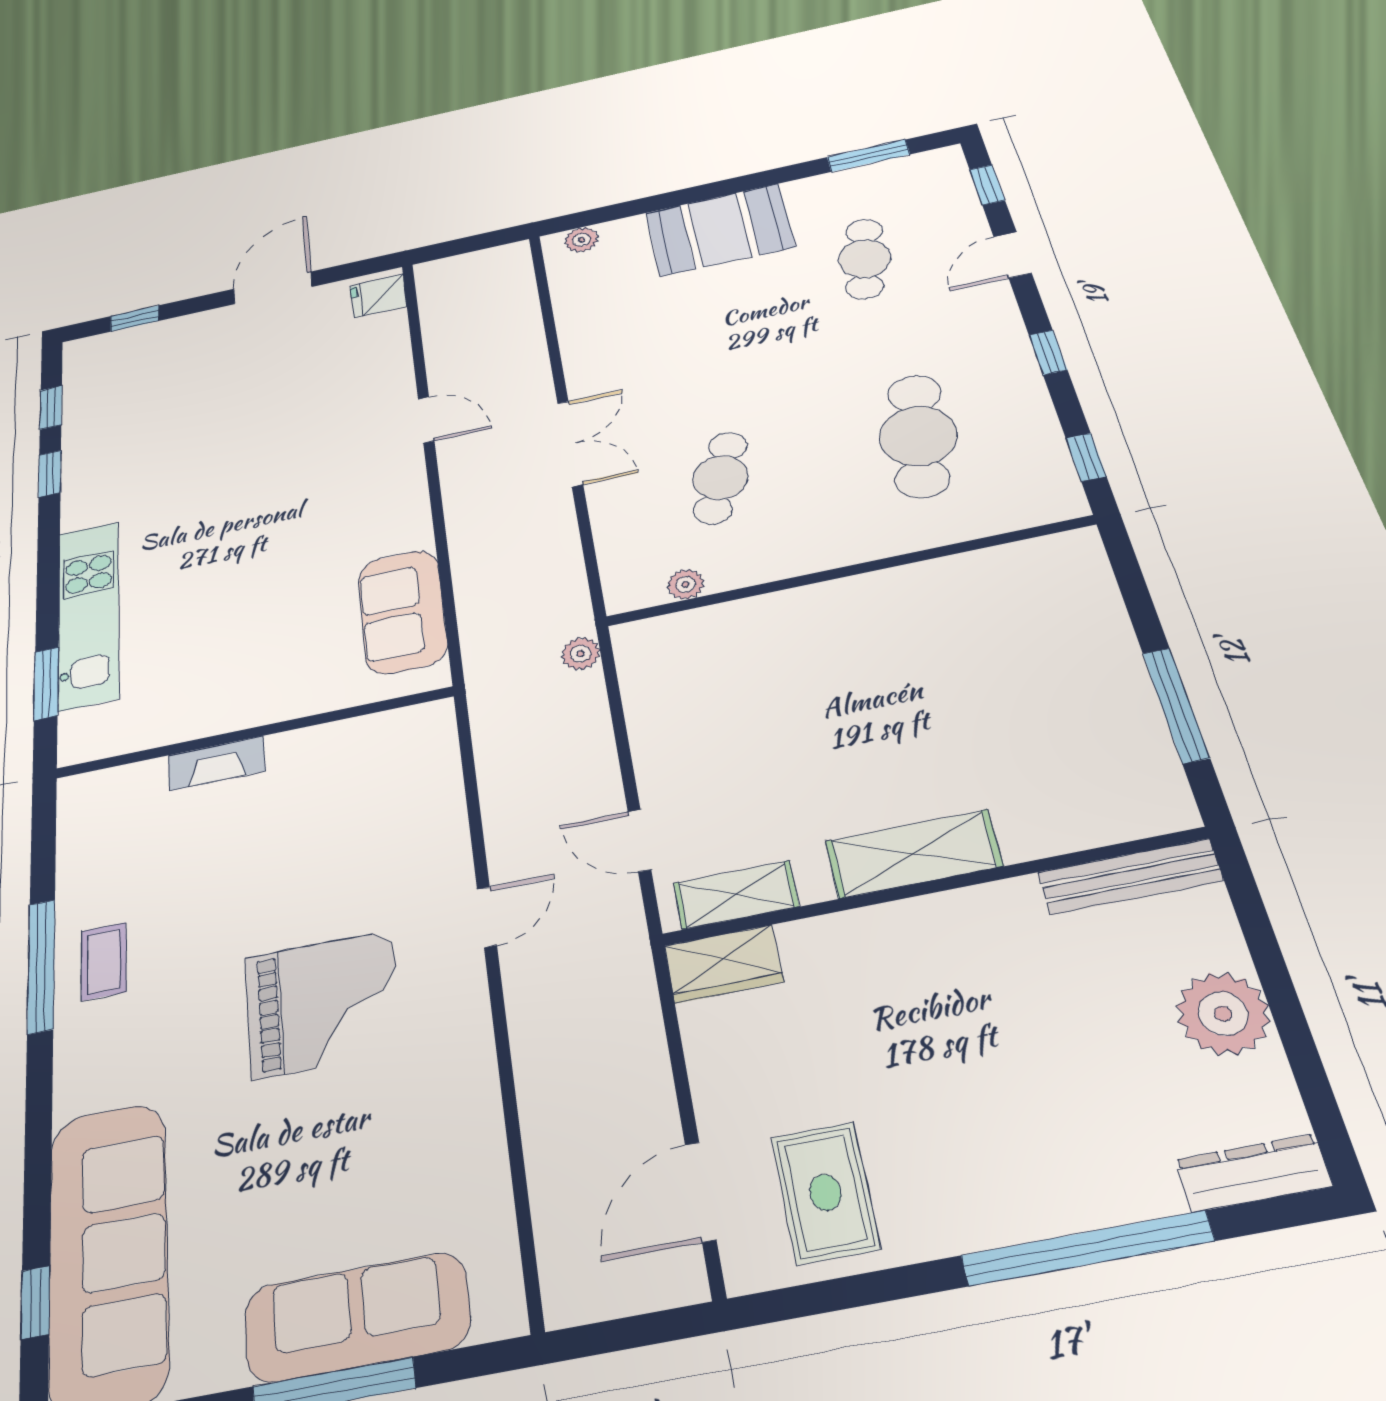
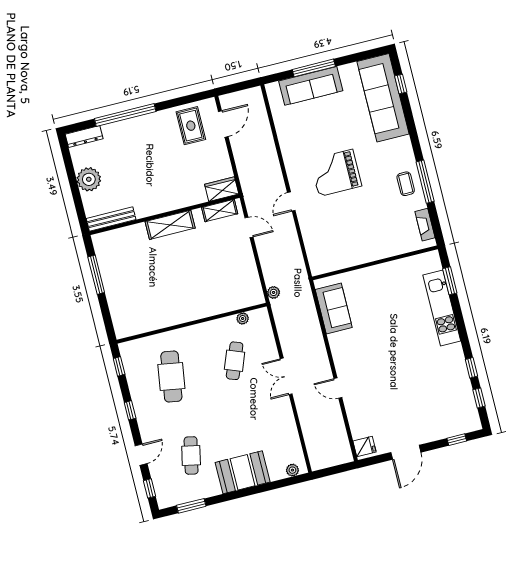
fireplace: (216, 763) -> (425, 225), moved, turned -90

